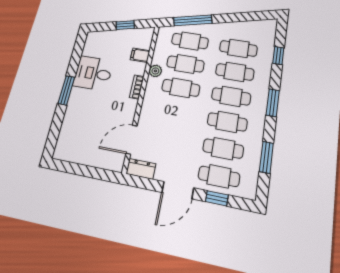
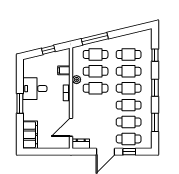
filing cabinet: (68, 139) -> (30, 135), added

